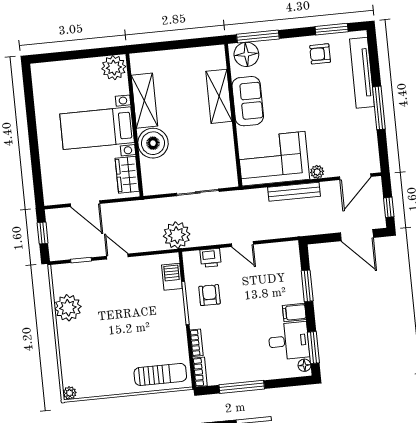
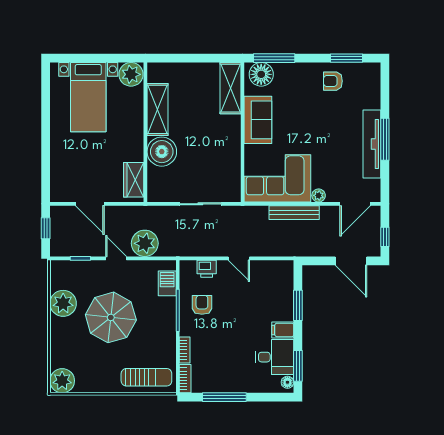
tv unit: (362, 73) -> (372, 144), moved
shelving: (219, 96) -> (230, 88), moved
bed with nightstands: (97, 128) -> (88, 97), moved, turned -90
plant: (177, 235) -> (145, 243), moved
parasol: (118, 317) -> (111, 317), added
plant: (70, 393) -> (62, 381), width x1.87, depth x1.87

